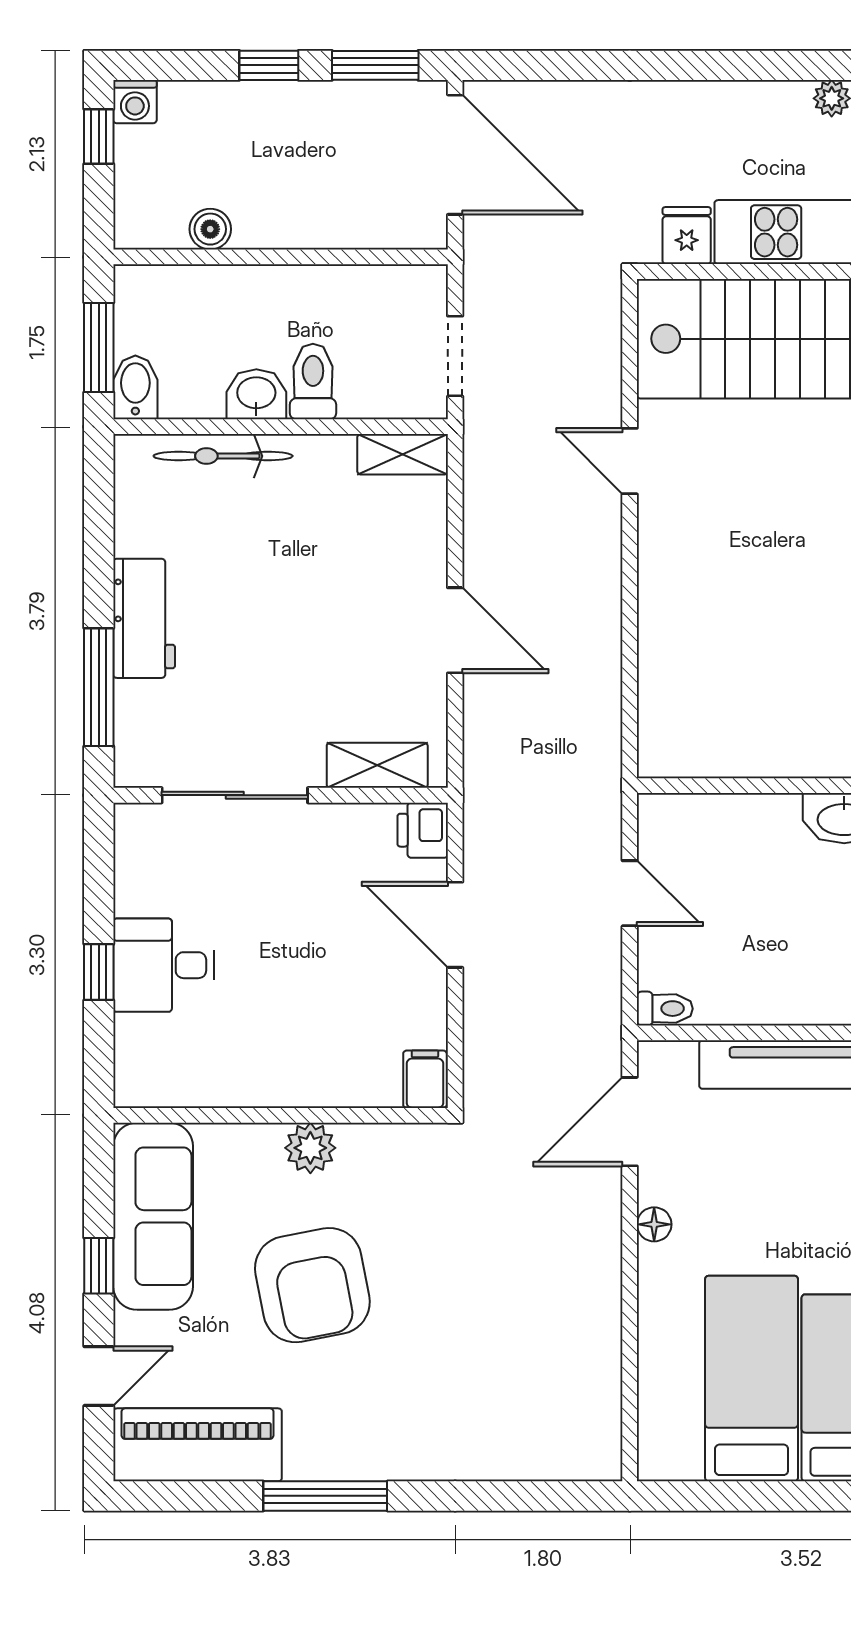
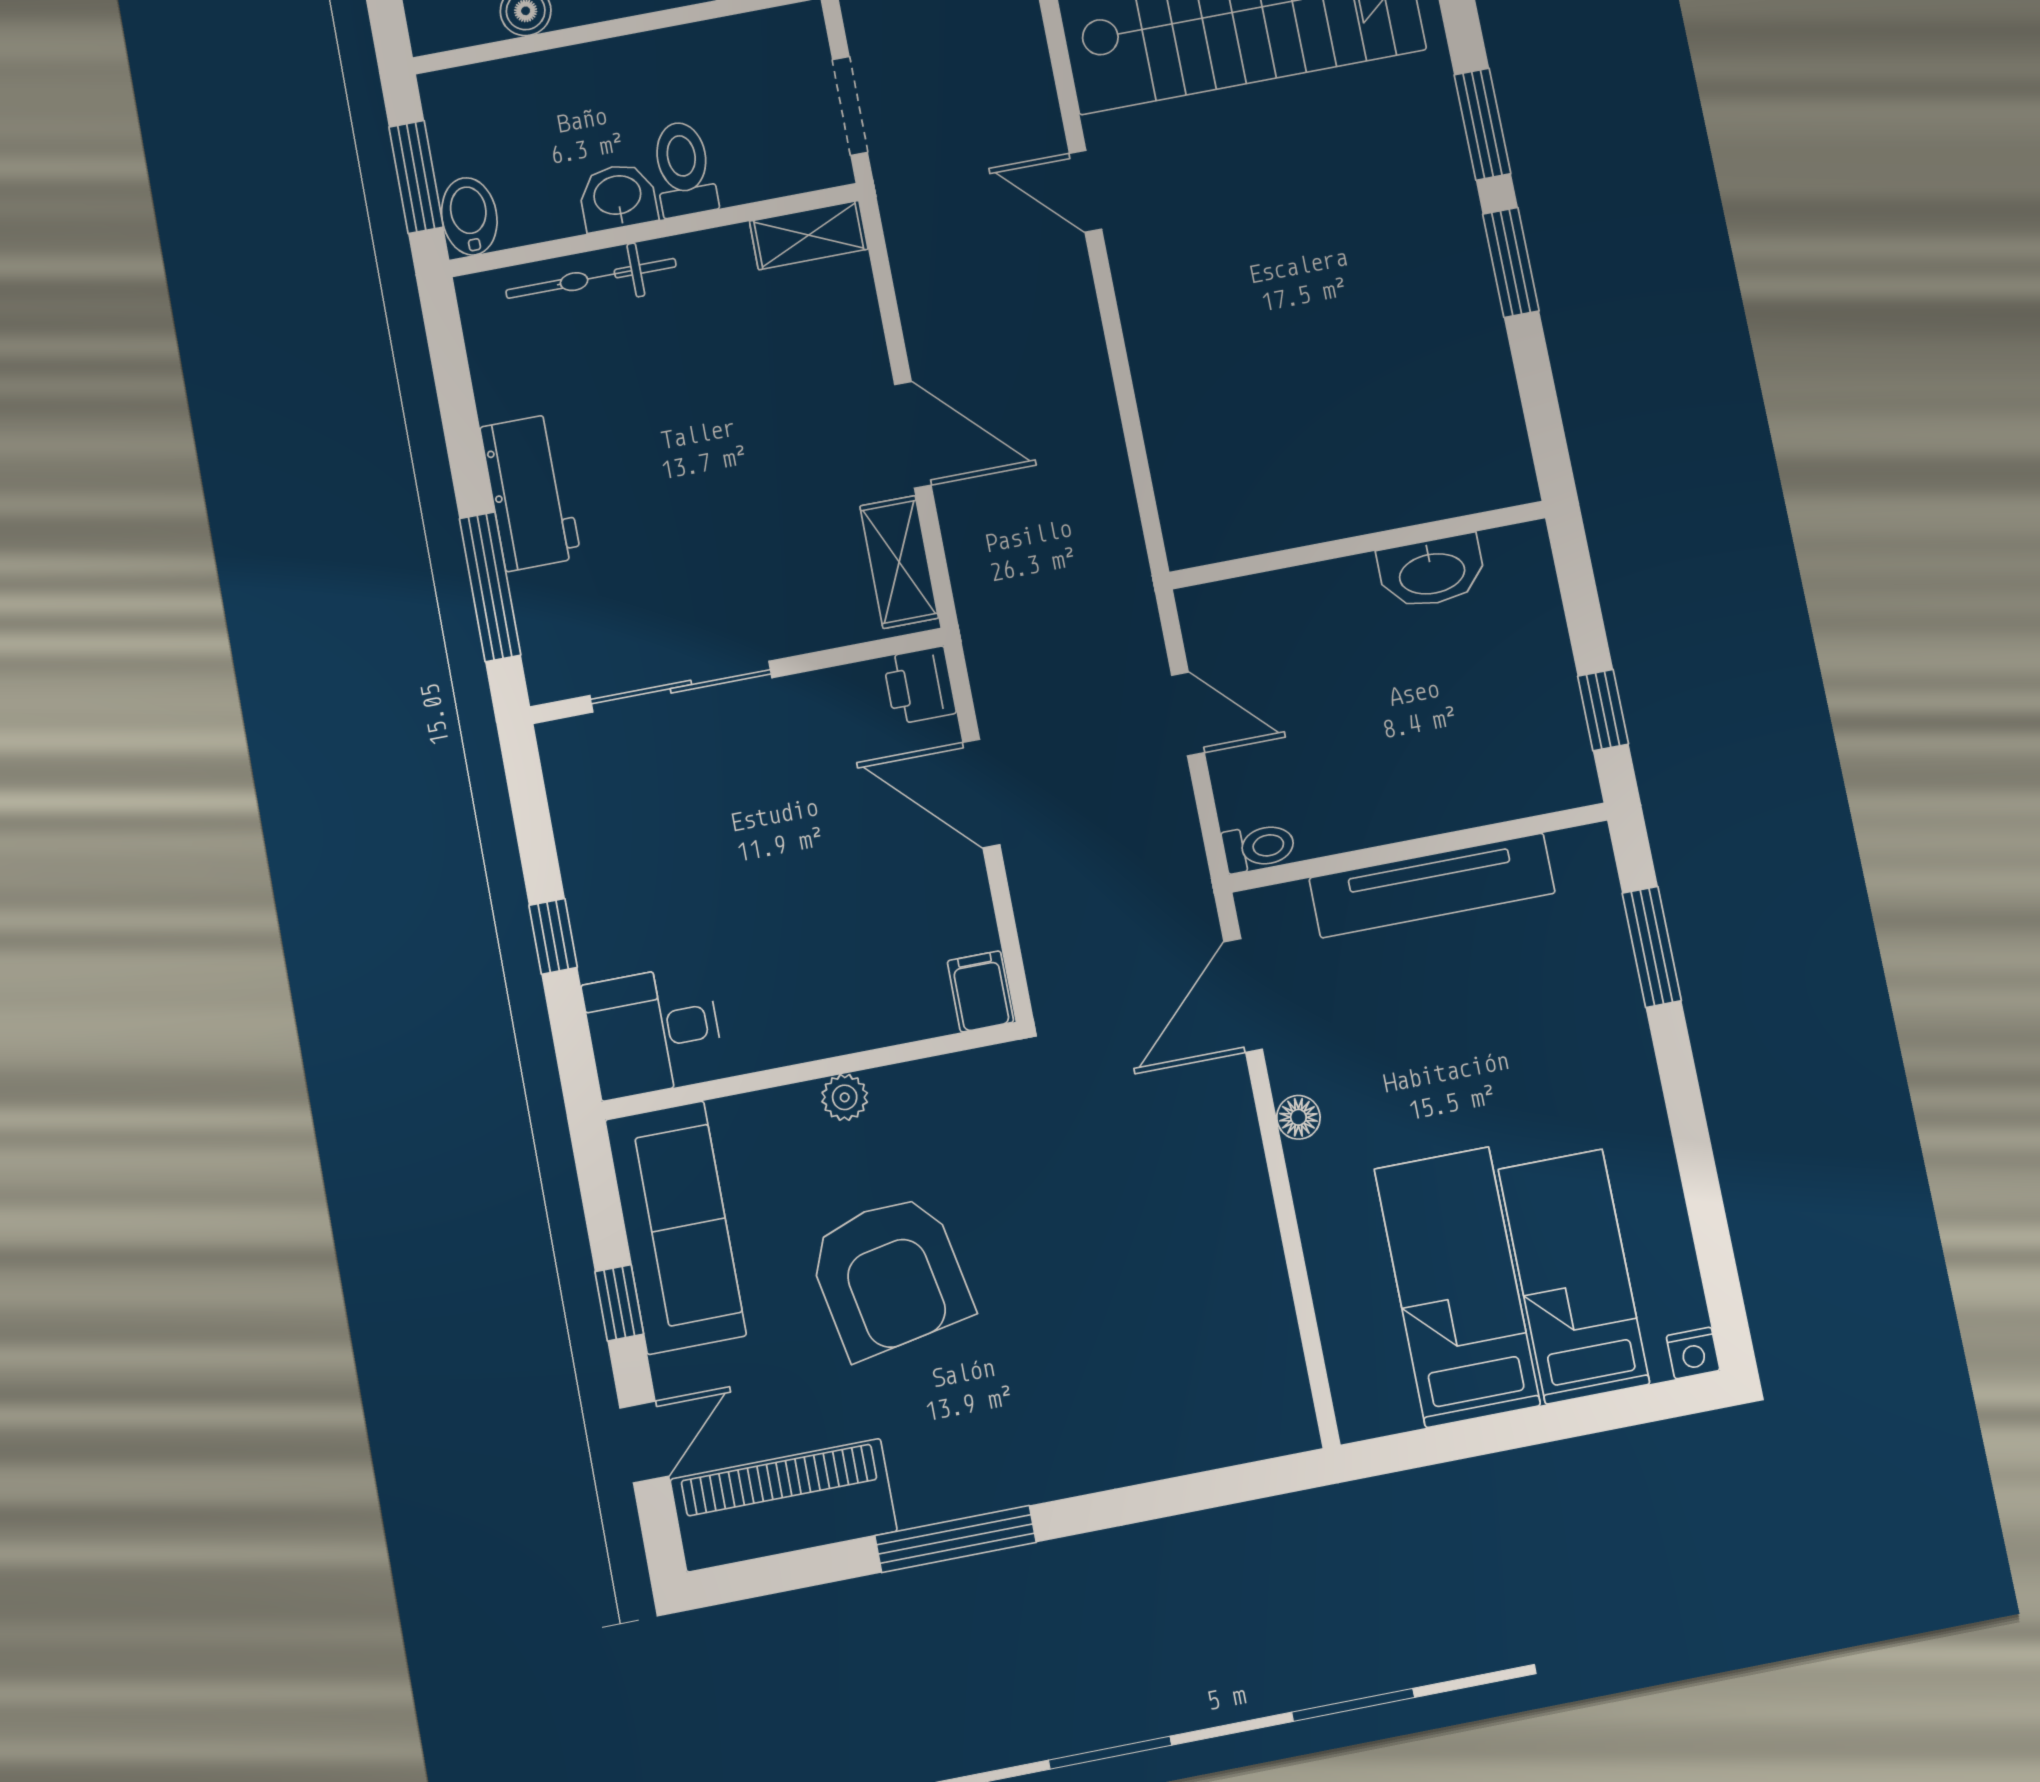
shelving: (377, 765) -> (899, 562), moved, turned 90
desk: (164, 965) -> (654, 1031), moved
plant: (310, 1148) -> (845, 1097), width x0.73, depth x0.73

